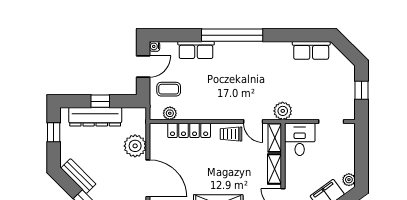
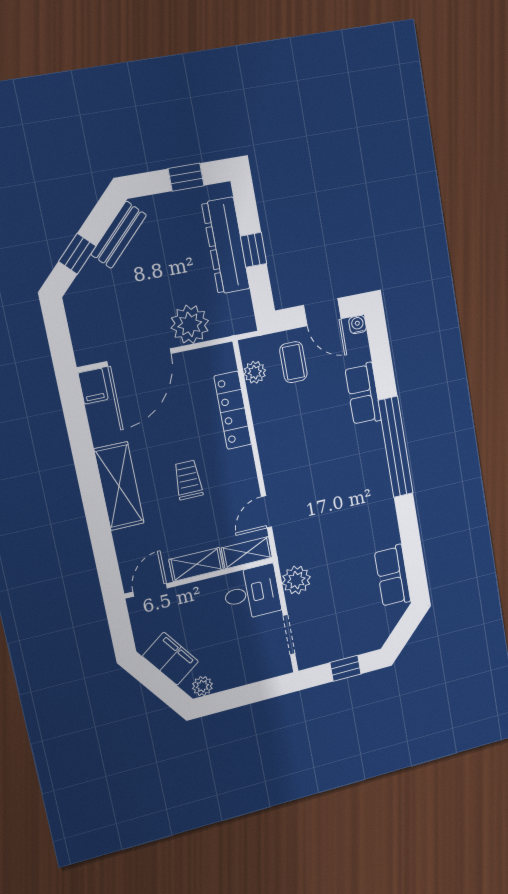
plant: (283, 111) -> (296, 580), moved
trolley: (231, 134) -> (188, 480), moved

